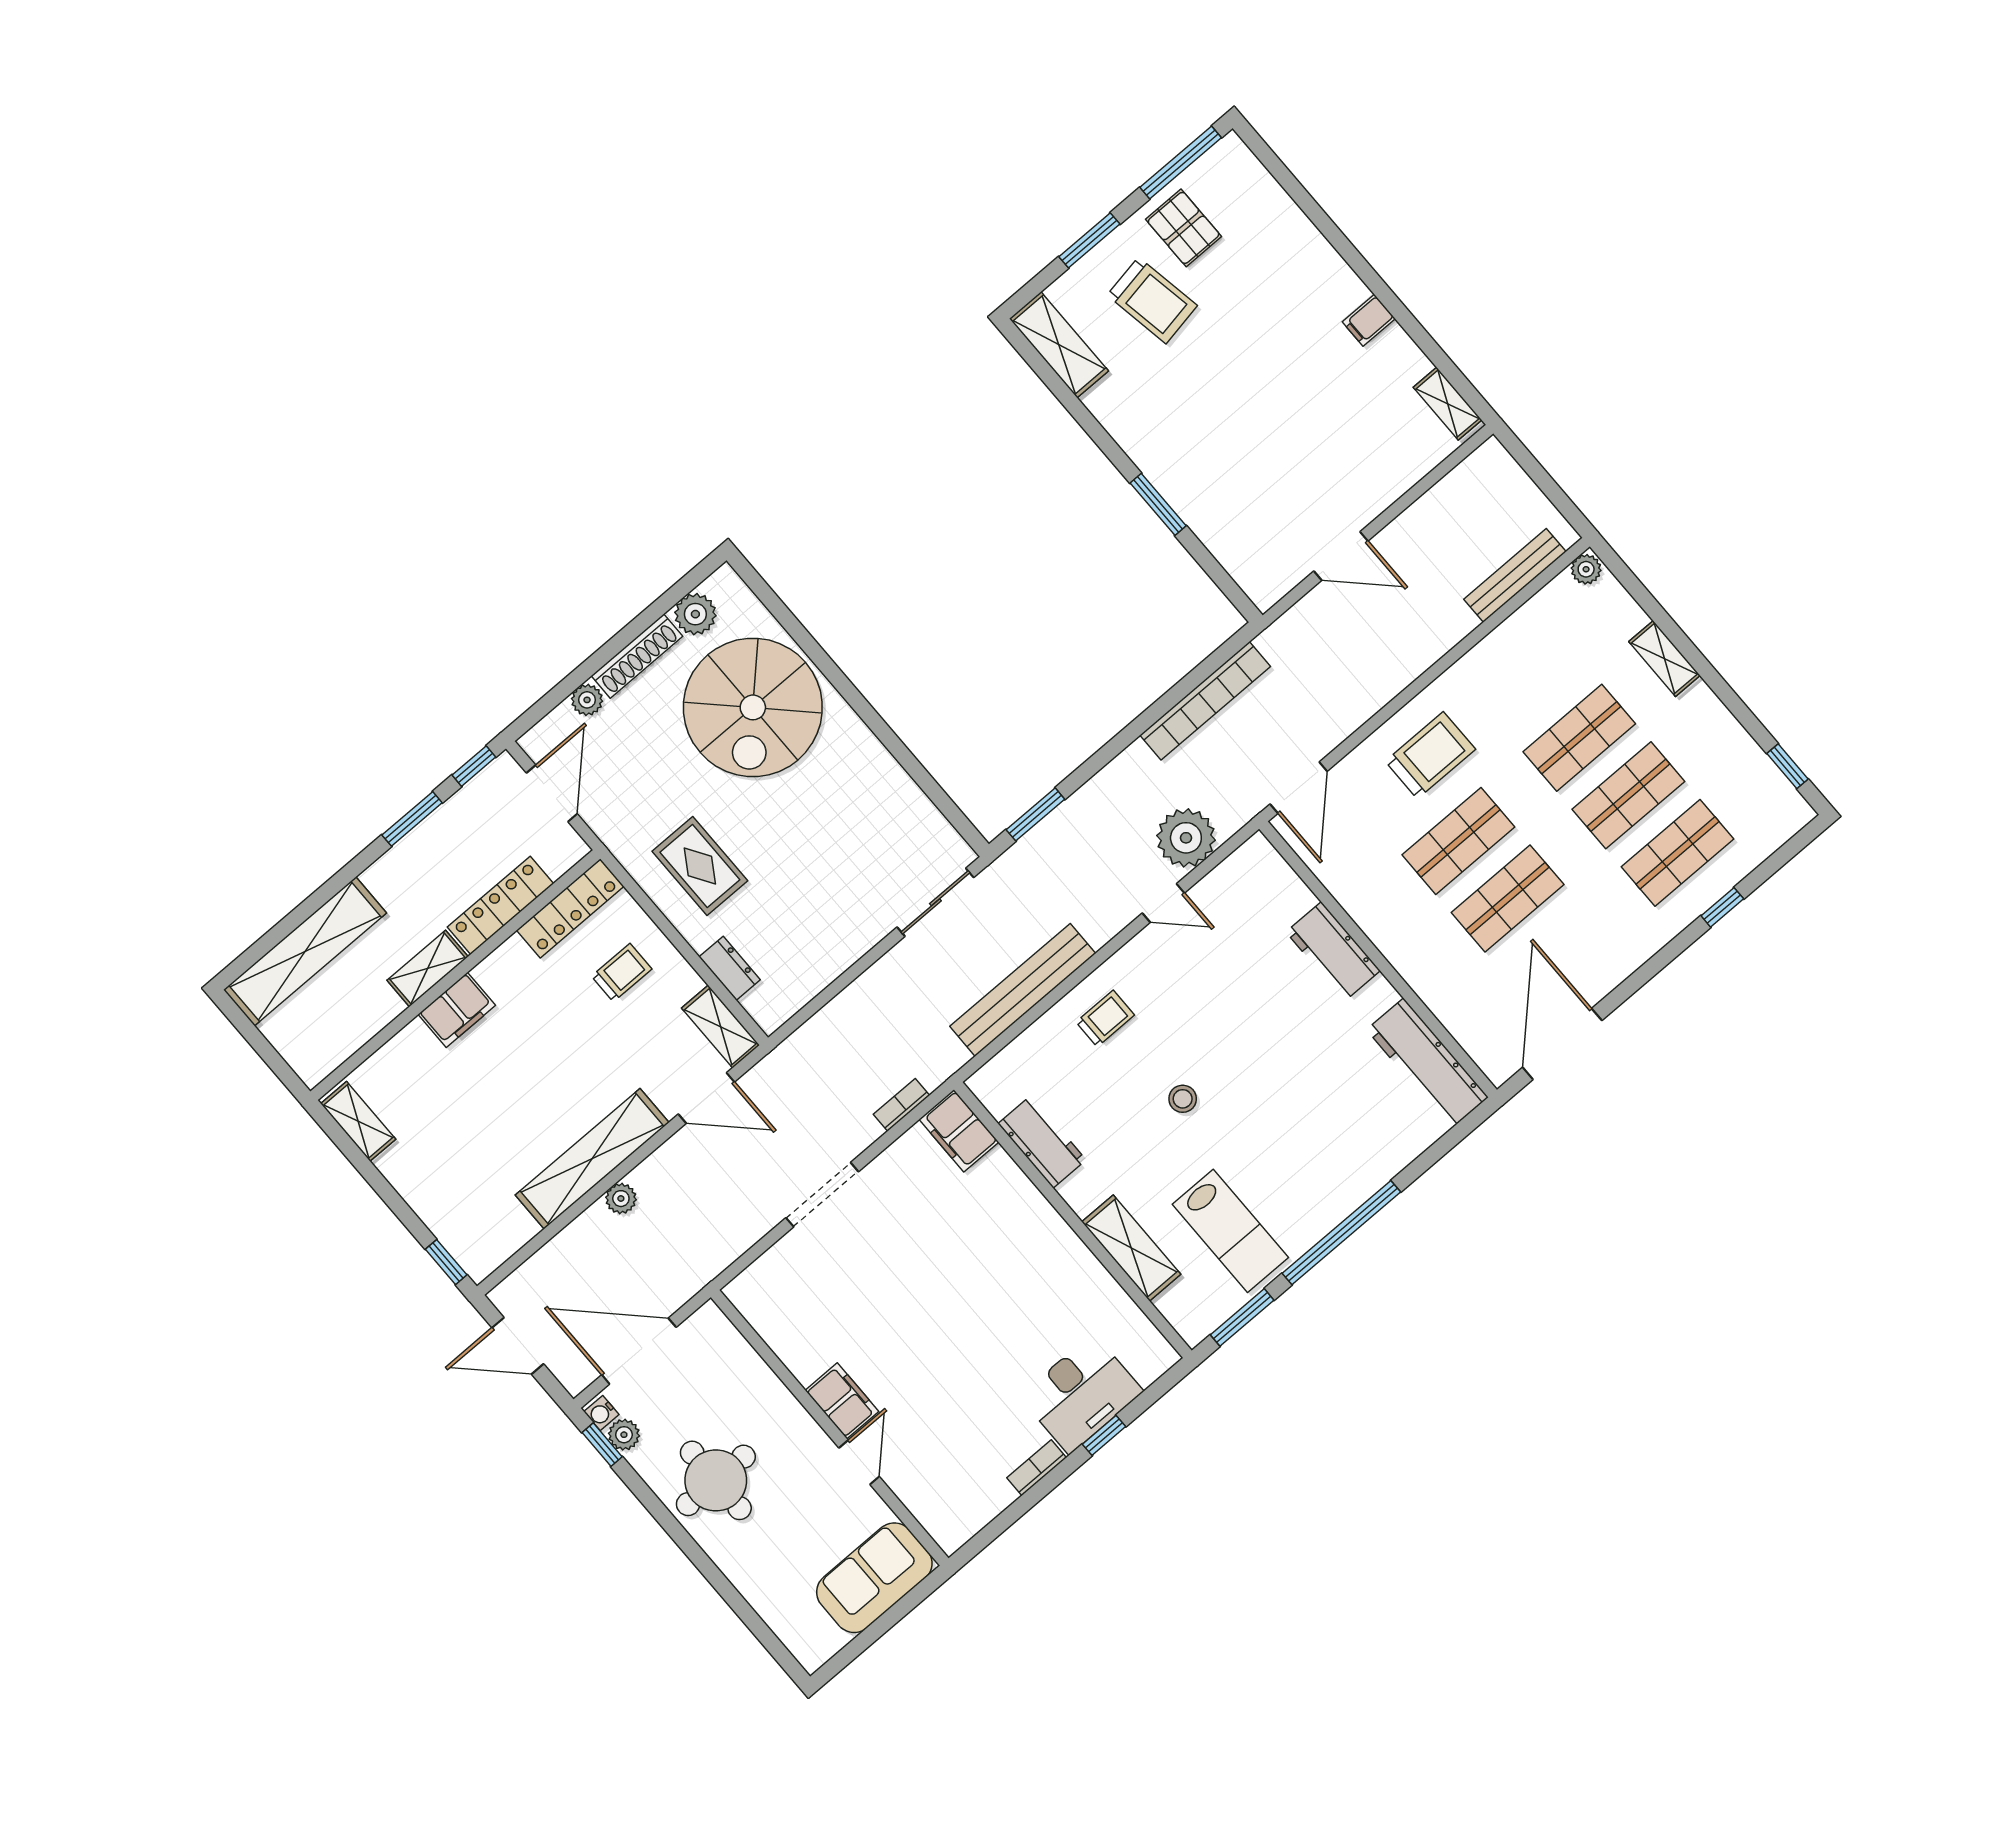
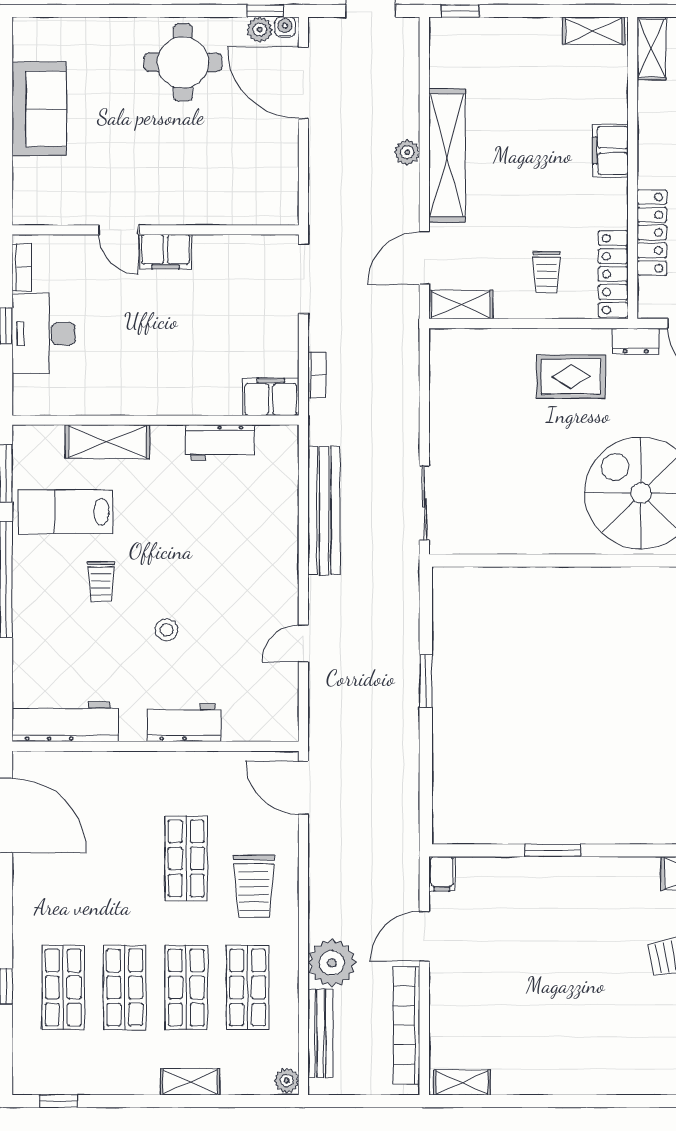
filing cabinet: (1369, 320) -> (442, 874), moved, turned 180
bookcase: (1205, 701) -> (406, 1026), moved
window: (1035, 814) -> (426, 681), moved
plant: (1186, 838) -> (332, 963), moved
shop shelf: (1508, 898) -> (248, 987), moved
dresser: (730, 968) -> (636, 341), moved
shelving: (428, 969) -> (651, 48), moved
trolley: (1105, 1019) -> (101, 582), moved
stool: (1183, 1099) -> (167, 630), moved
door: (639, 1351) -> (303, 83), swing flipped
filing cabinet: (842, 1401) -> (166, 252), moved
wall: (830, 1428) -> (155, 230), moved
door: (859, 1462) -> (119, 230), moved

